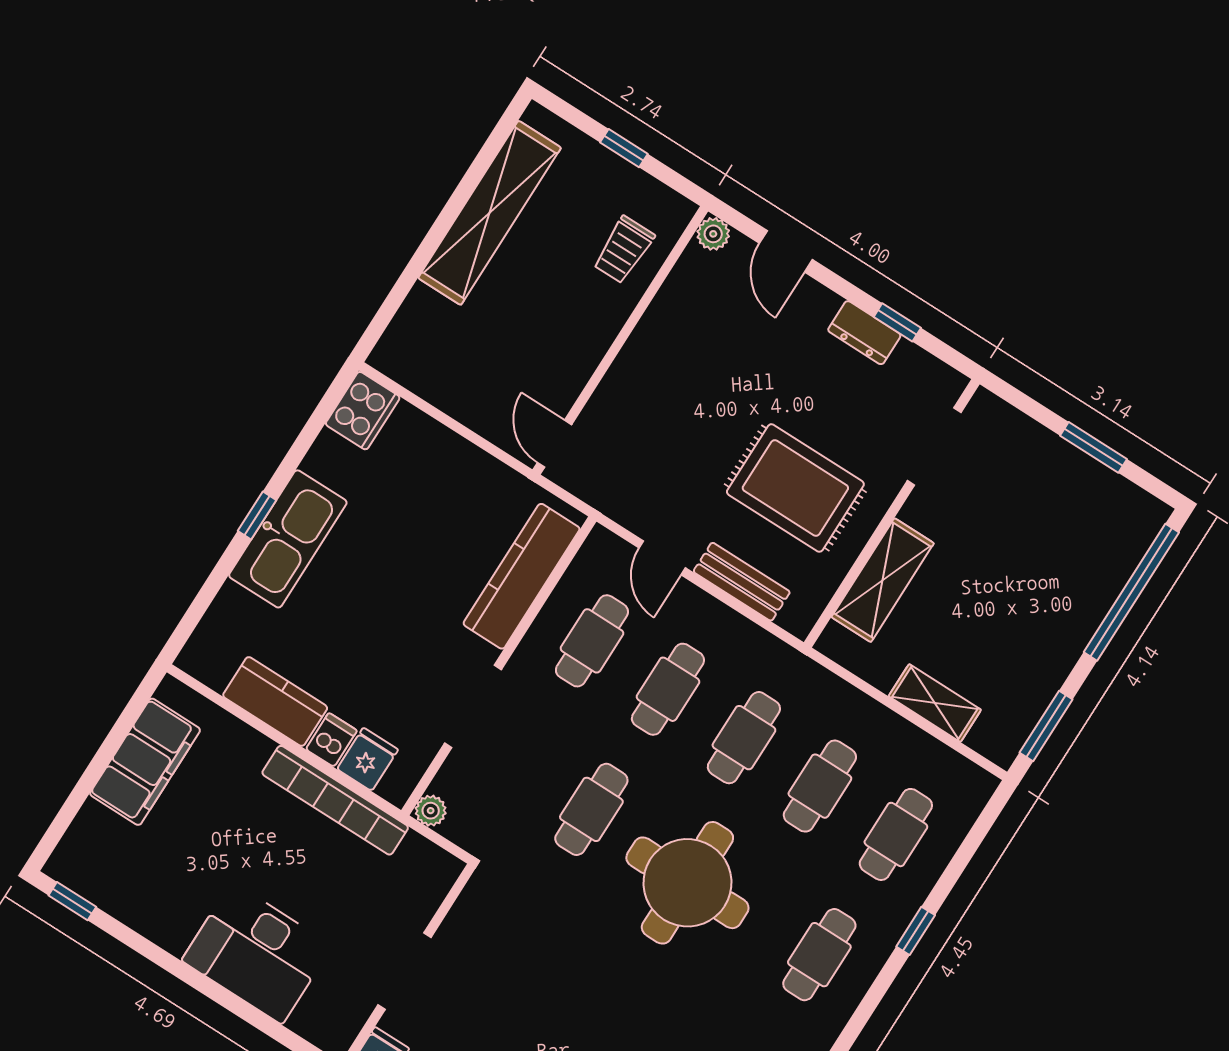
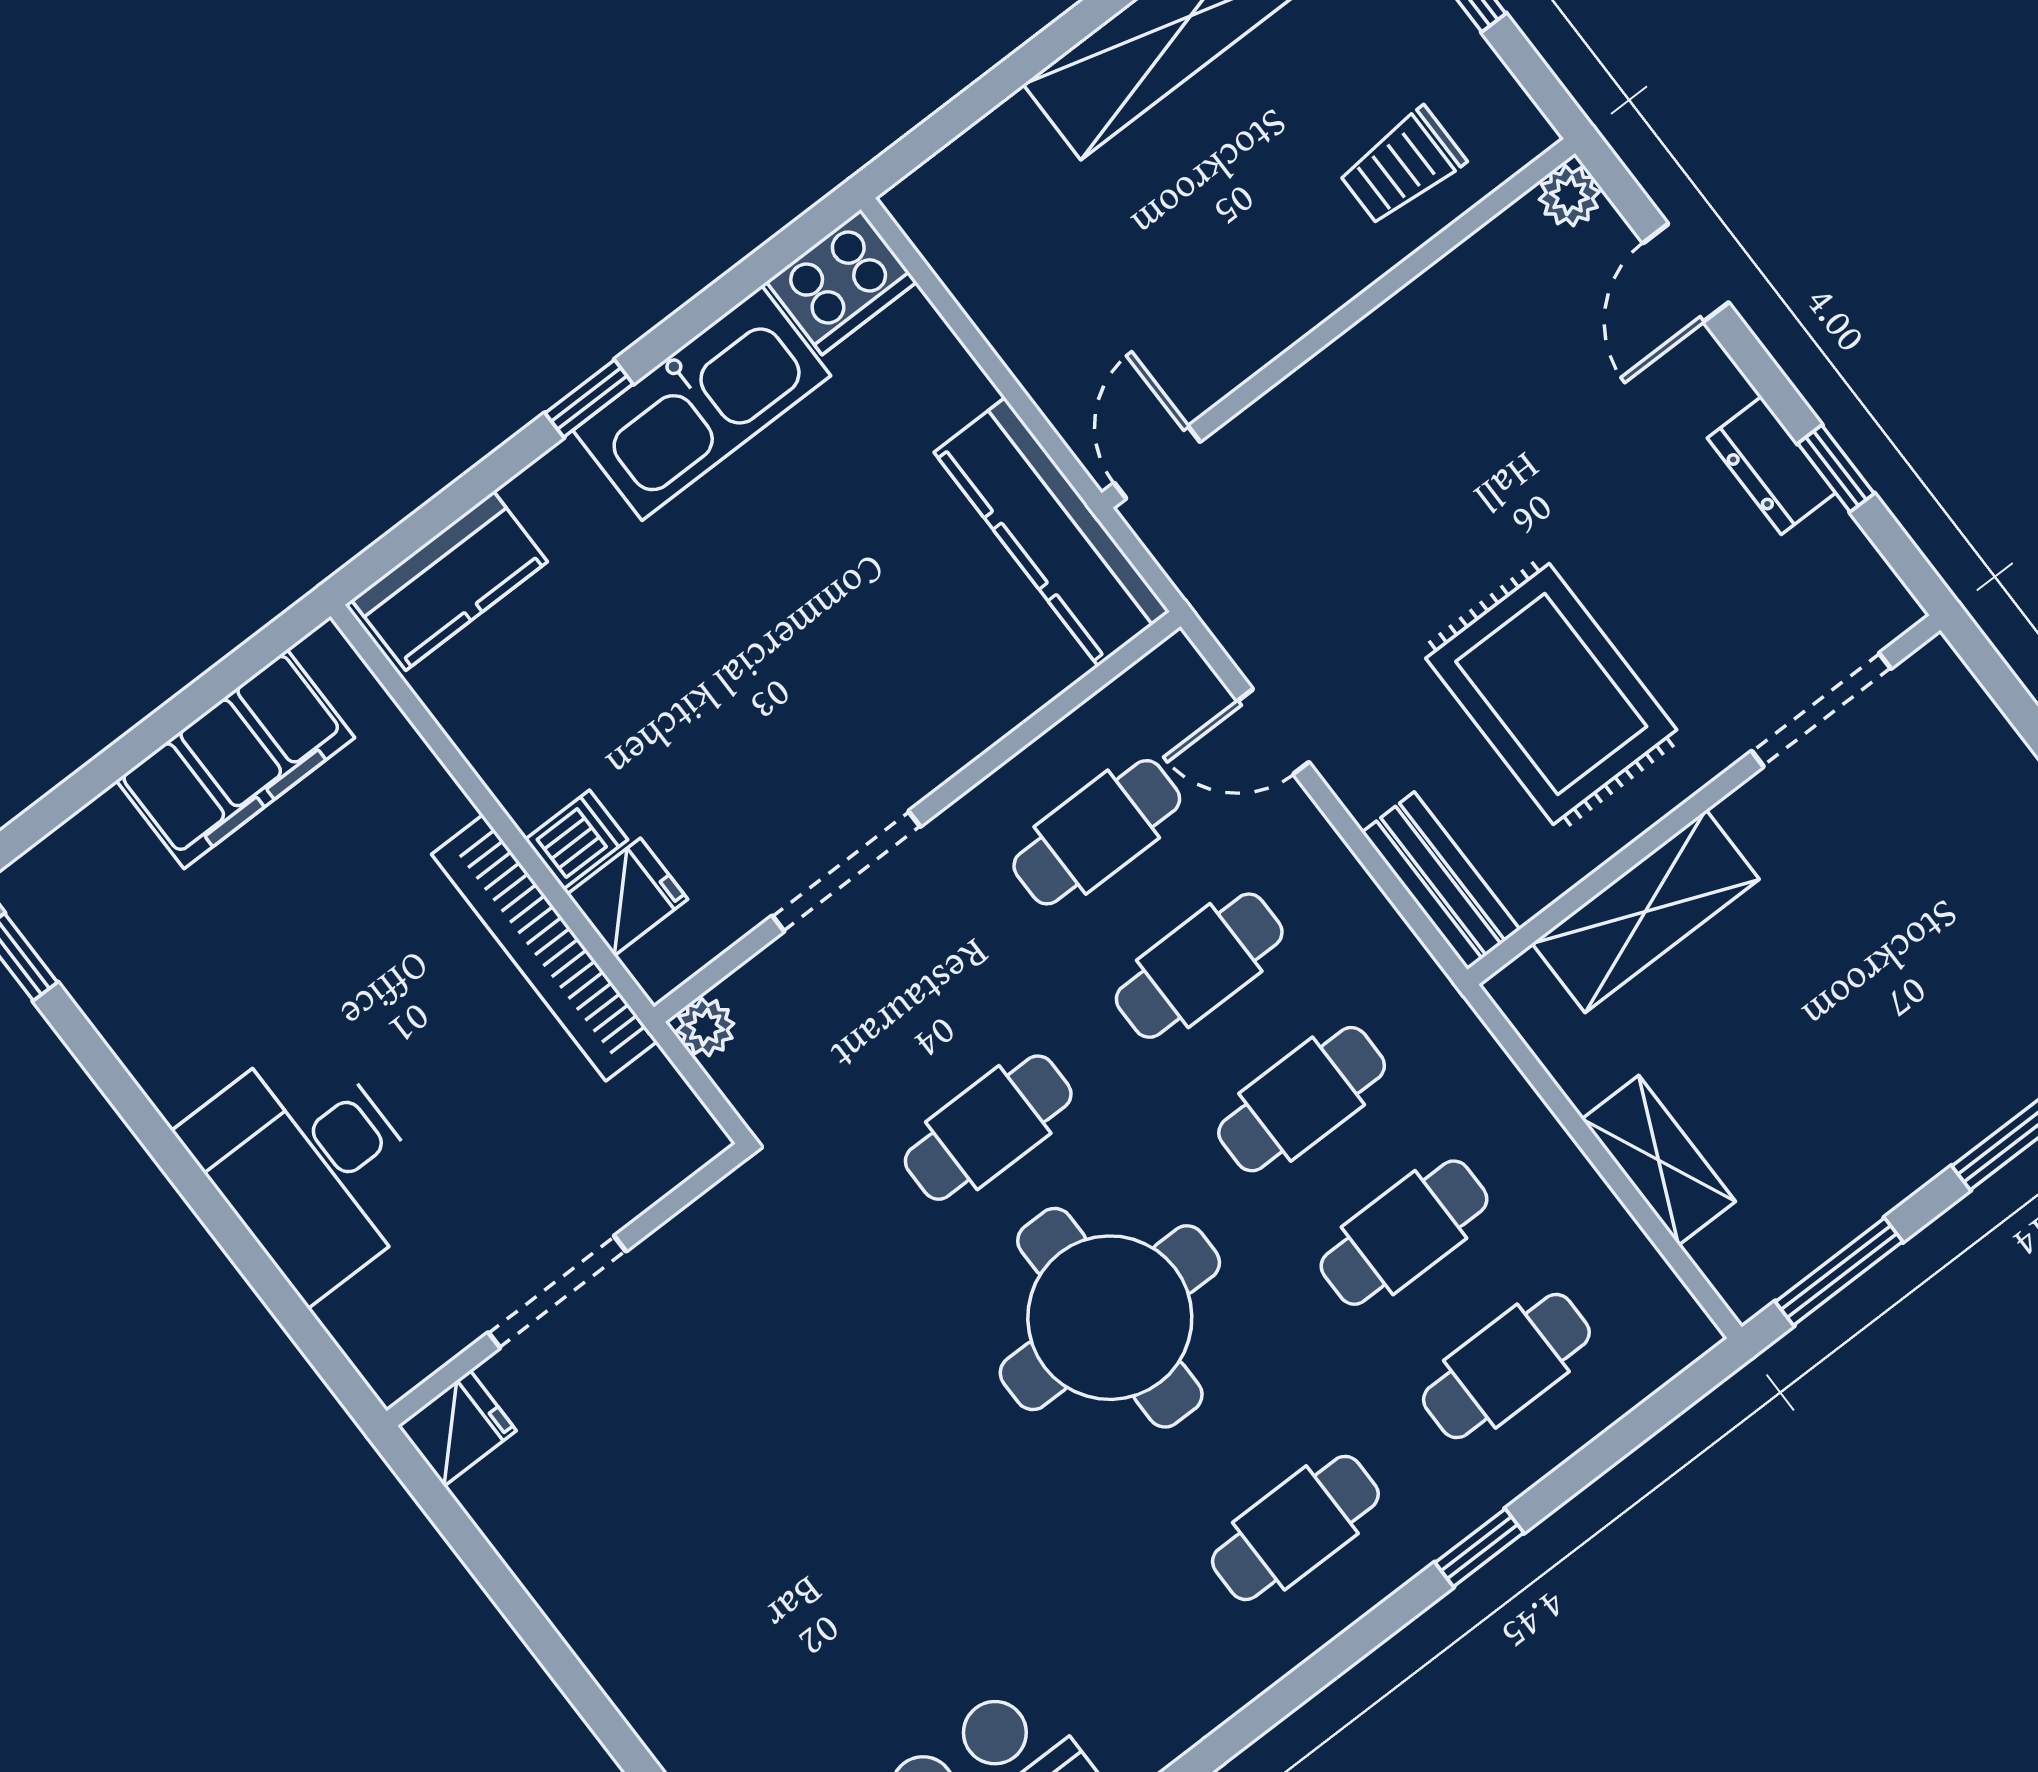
kitchen sink: (288, 539) -> (702, 403), moved
door: (662, 558) -> (1273, 732), hinge flipped
kitchen counter: (522, 576) -> (1052, 532), moved, turned -90
bench: (742, 582) -> (1441, 881), moved
kitchen counter: (275, 702) -> (449, 581), moved, turned 90

